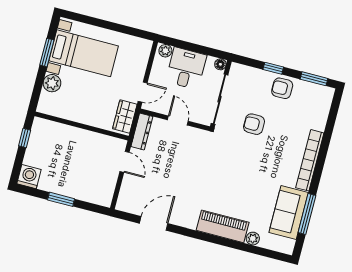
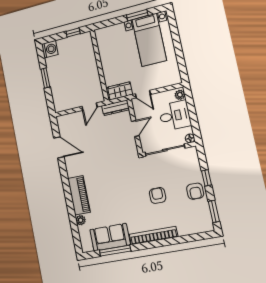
plant: (52, 83) -> (118, 30), removed
armchair: (282, 88) -> (195, 191), turned 180
armchair: (254, 124) -> (158, 195), moved

